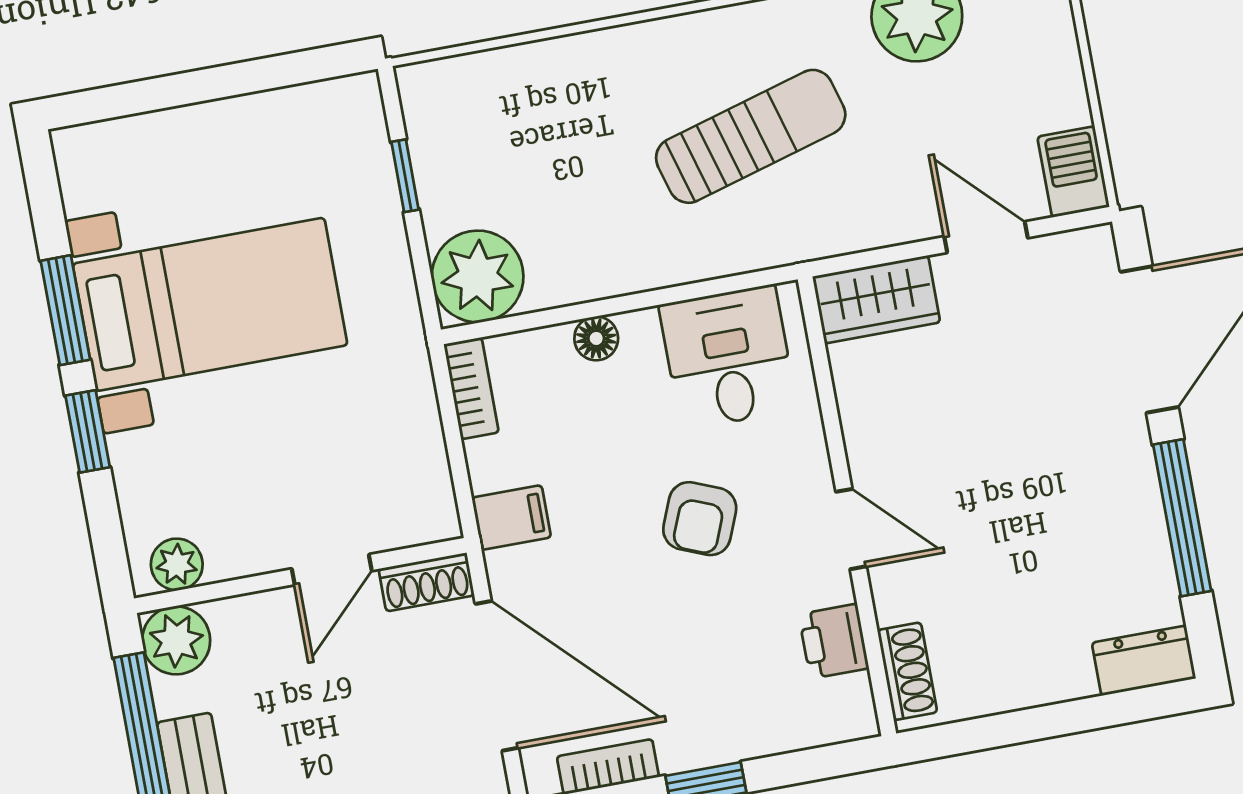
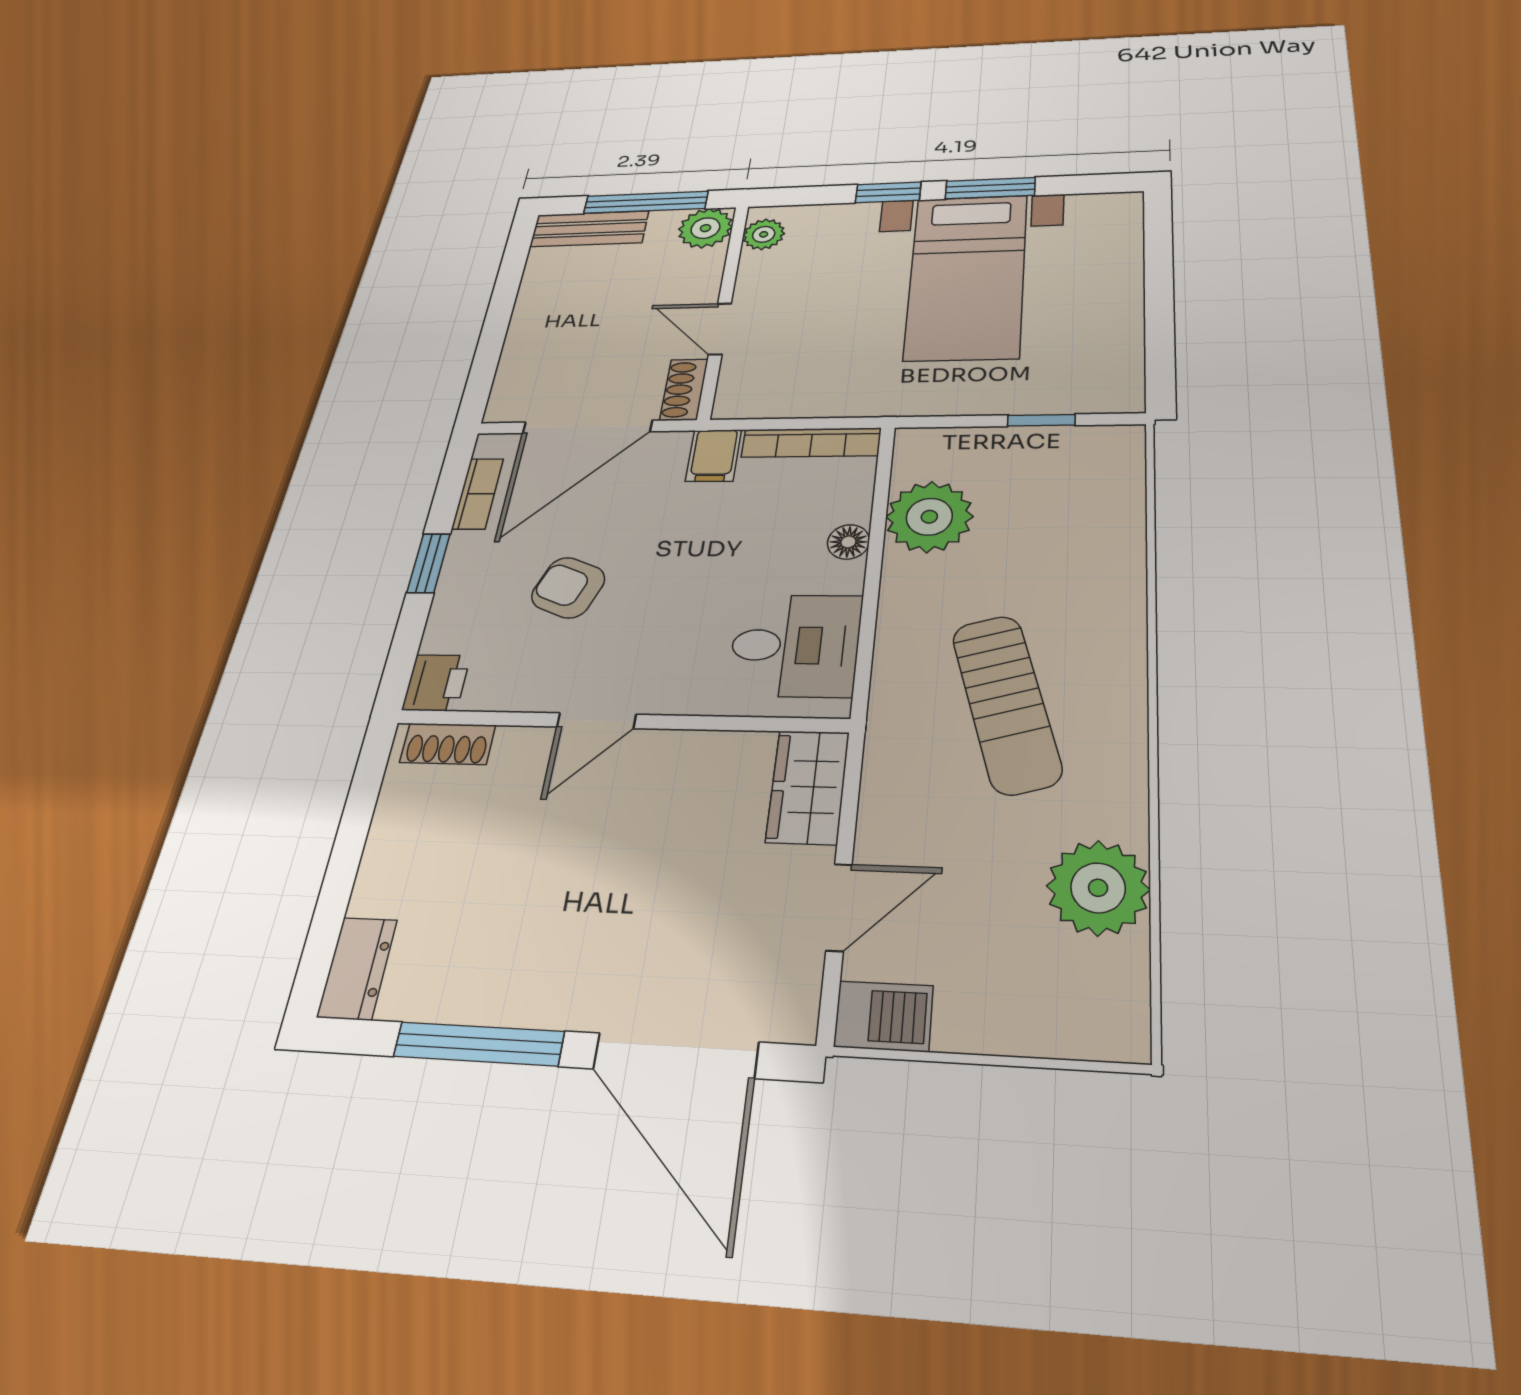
plant: (478, 276) -> (929, 517), moved
bookcase: (471, 388) -> (811, 443), width x1.56
armchair: (700, 519) -> (568, 588), moved
printer: (834, 641) -> (436, 683), moved, turned 90

